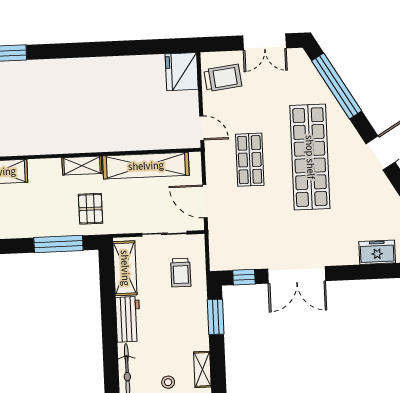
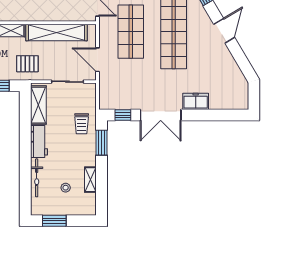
shop shelf: (250, 160) -> (131, 32), width x1.43, depth x1.36
pallet: (91, 209) -> (27, 64), moved, turned 90
freezer: (377, 252) -> (196, 101), moved
trolley: (181, 273) -> (82, 124), moved

